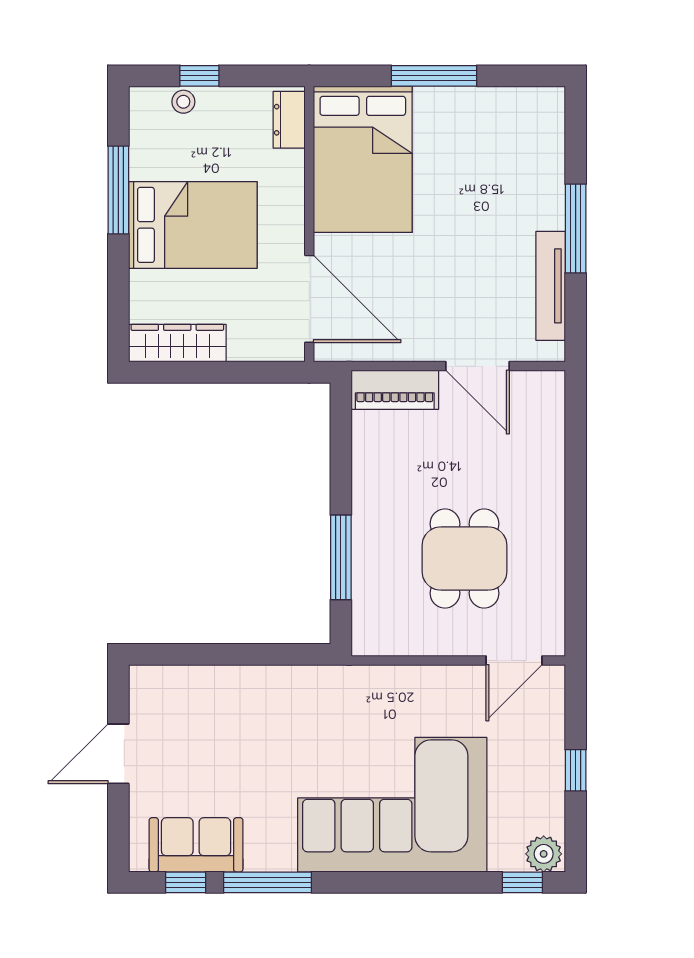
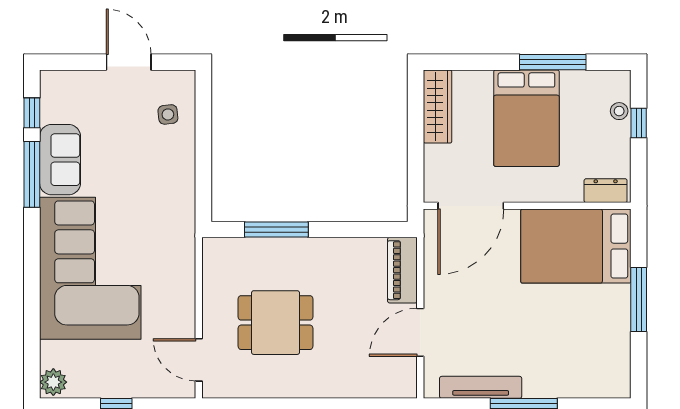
side table: (188, 701) -> (168, 114), added
sofa: (196, 845) -> (60, 160), moved
window: (522, 882) -> (32, 366), removed

